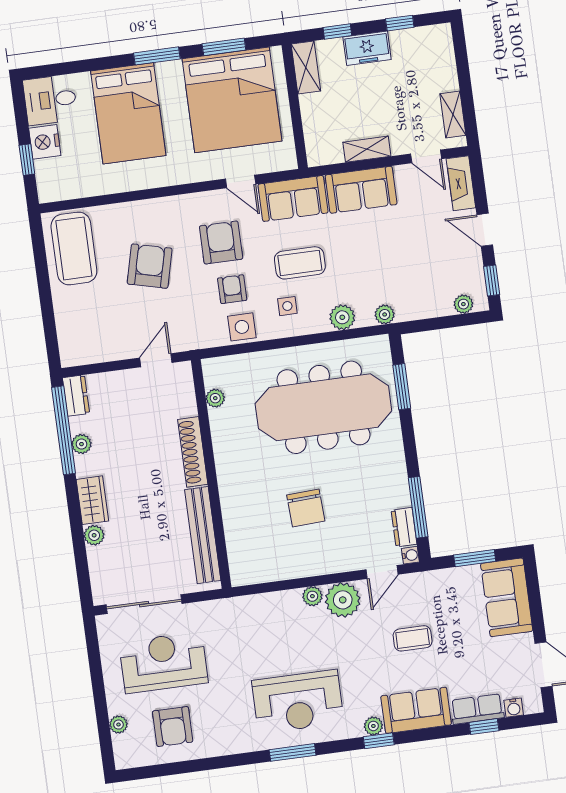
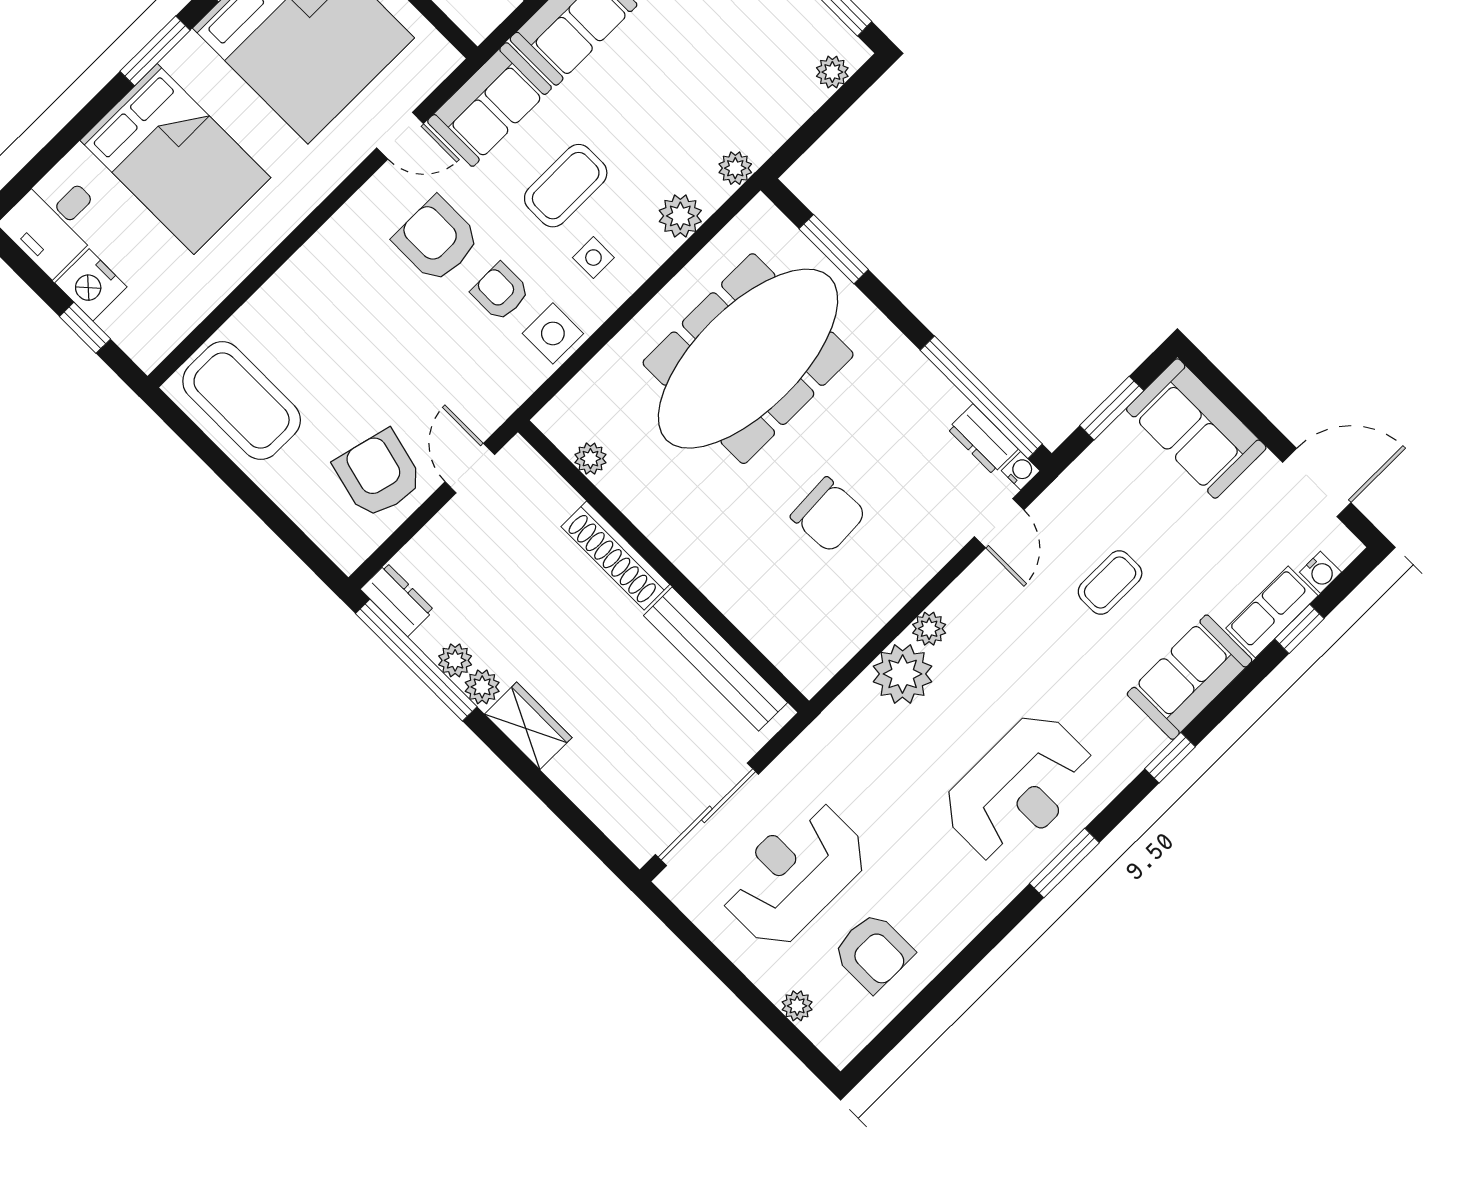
armchair: (150, 266) -> (378, 474), moved
window: (418, 507) -> (981, 397), width x1.46
plant: (94, 535) -> (482, 687), moved
plant: (343, 600) -> (903, 674), moved
plant: (373, 726) -> (1147, 743), removed

